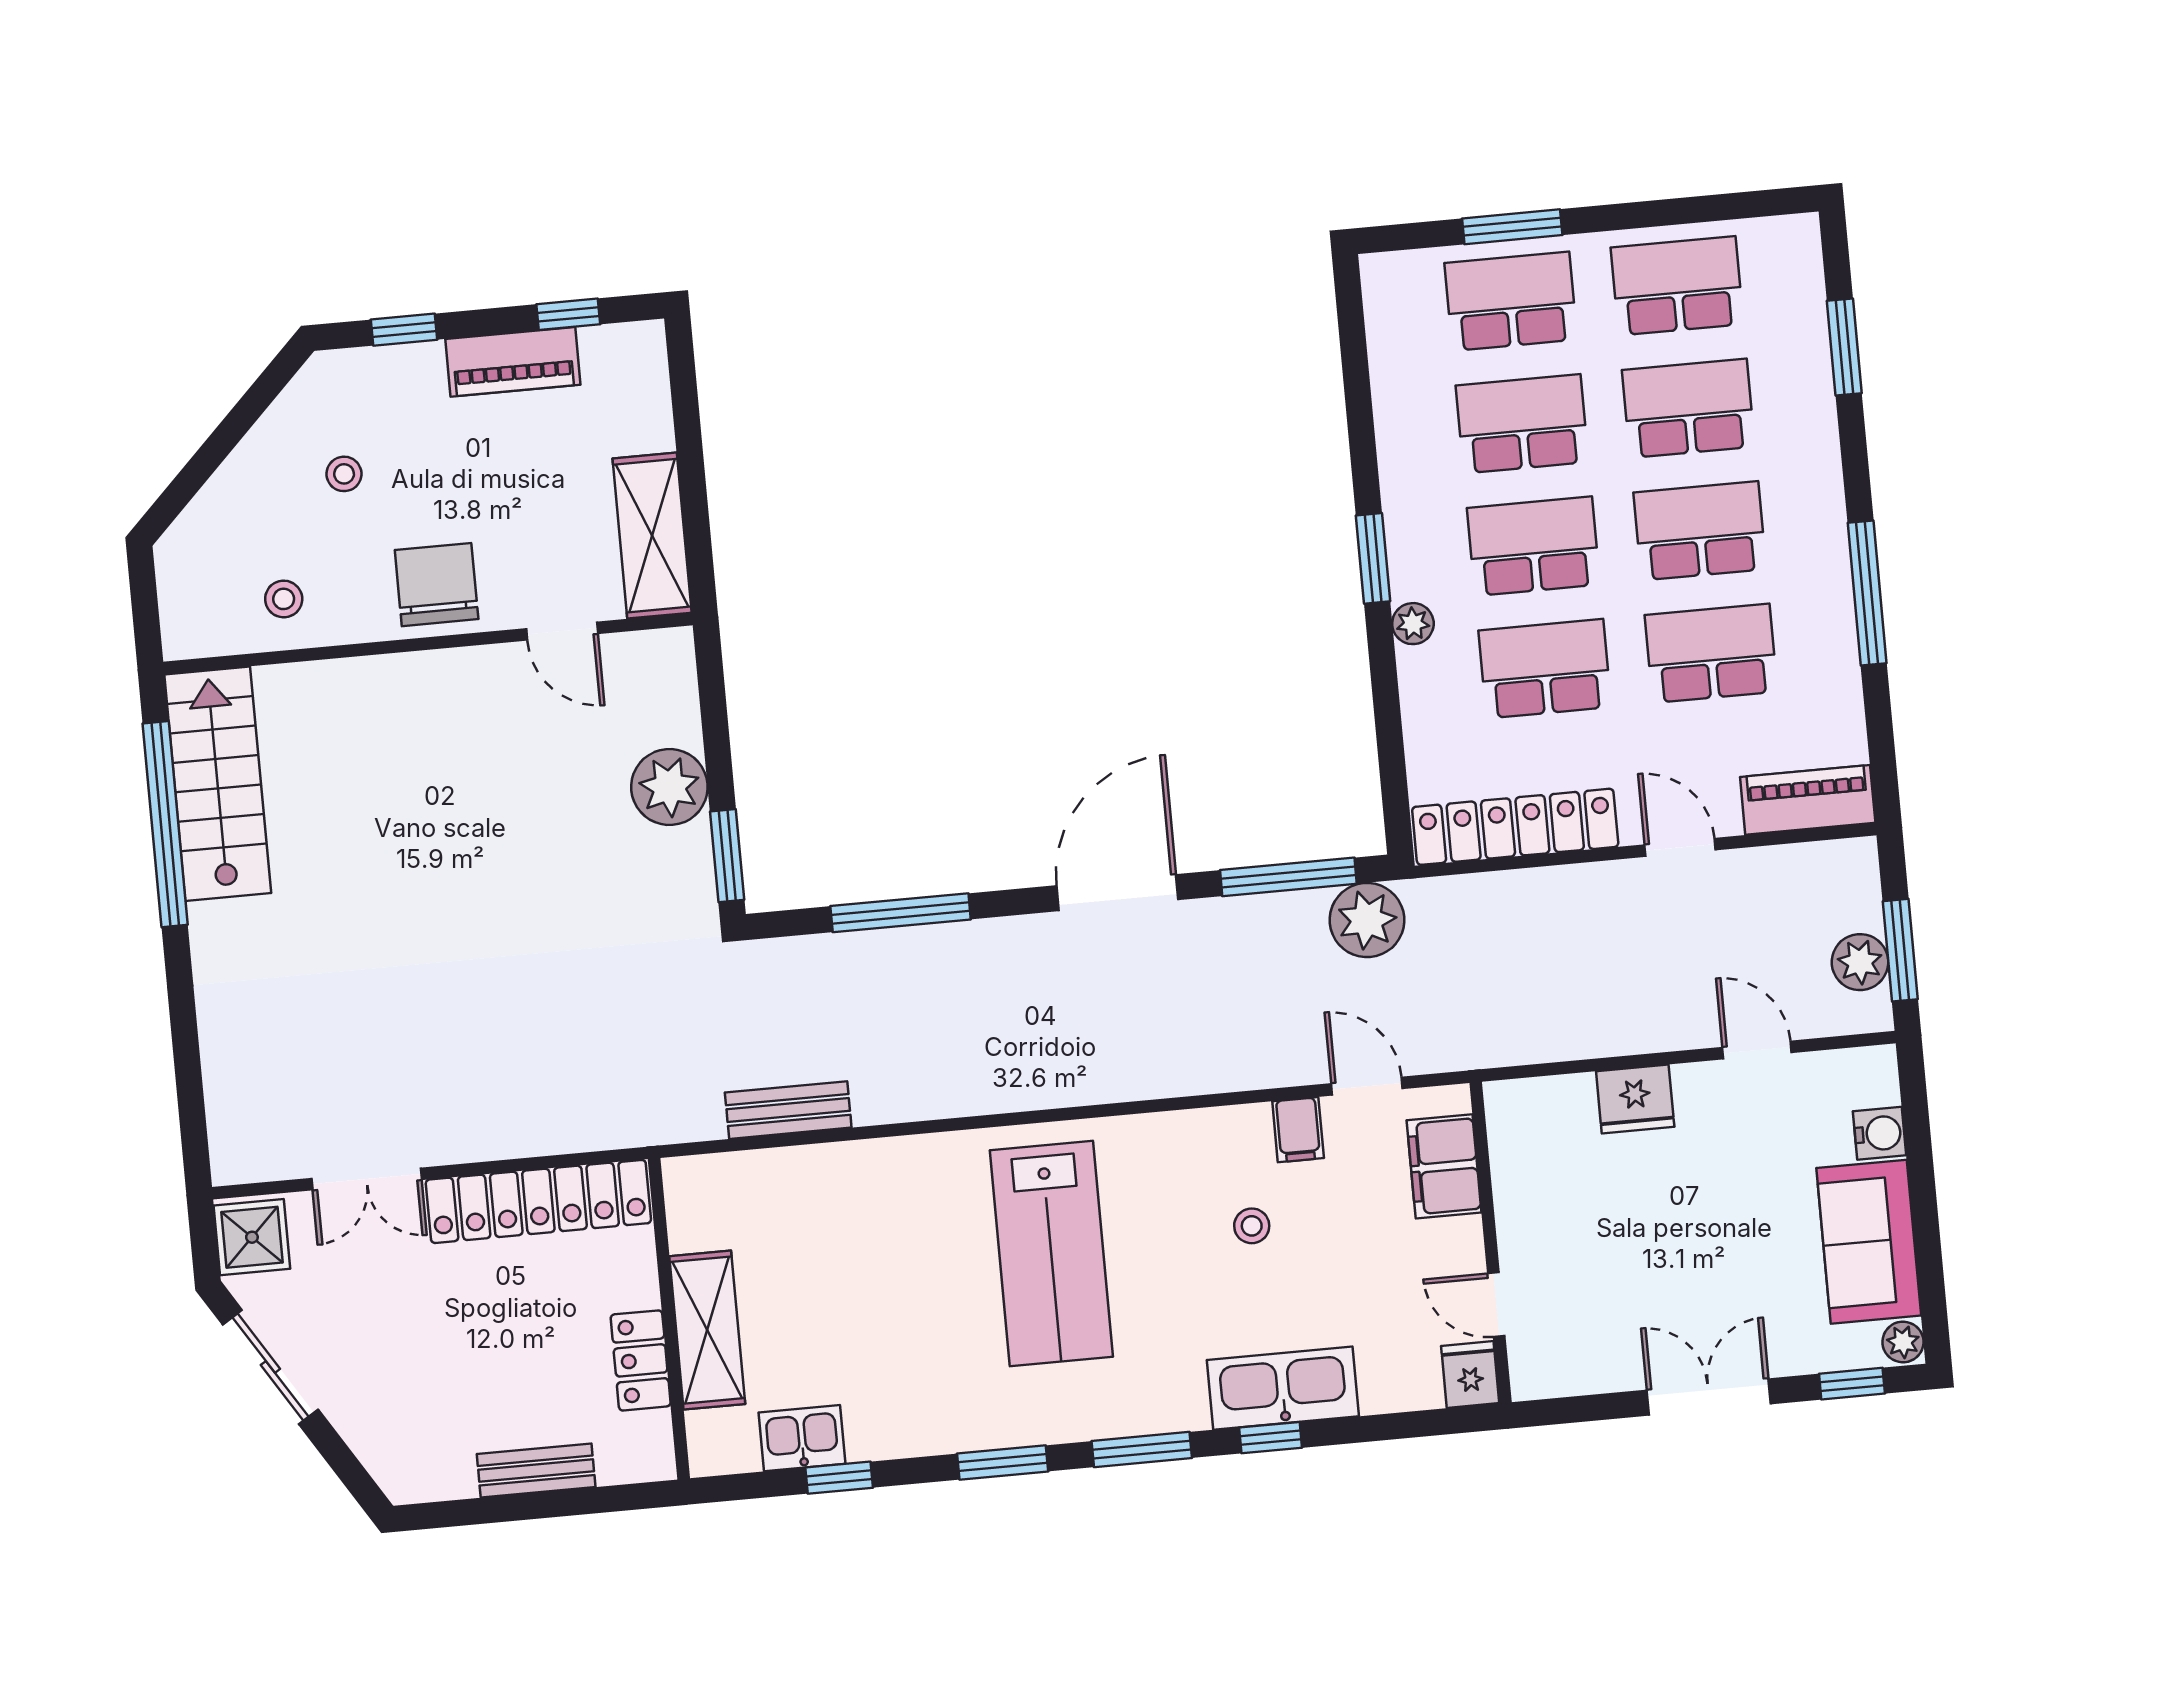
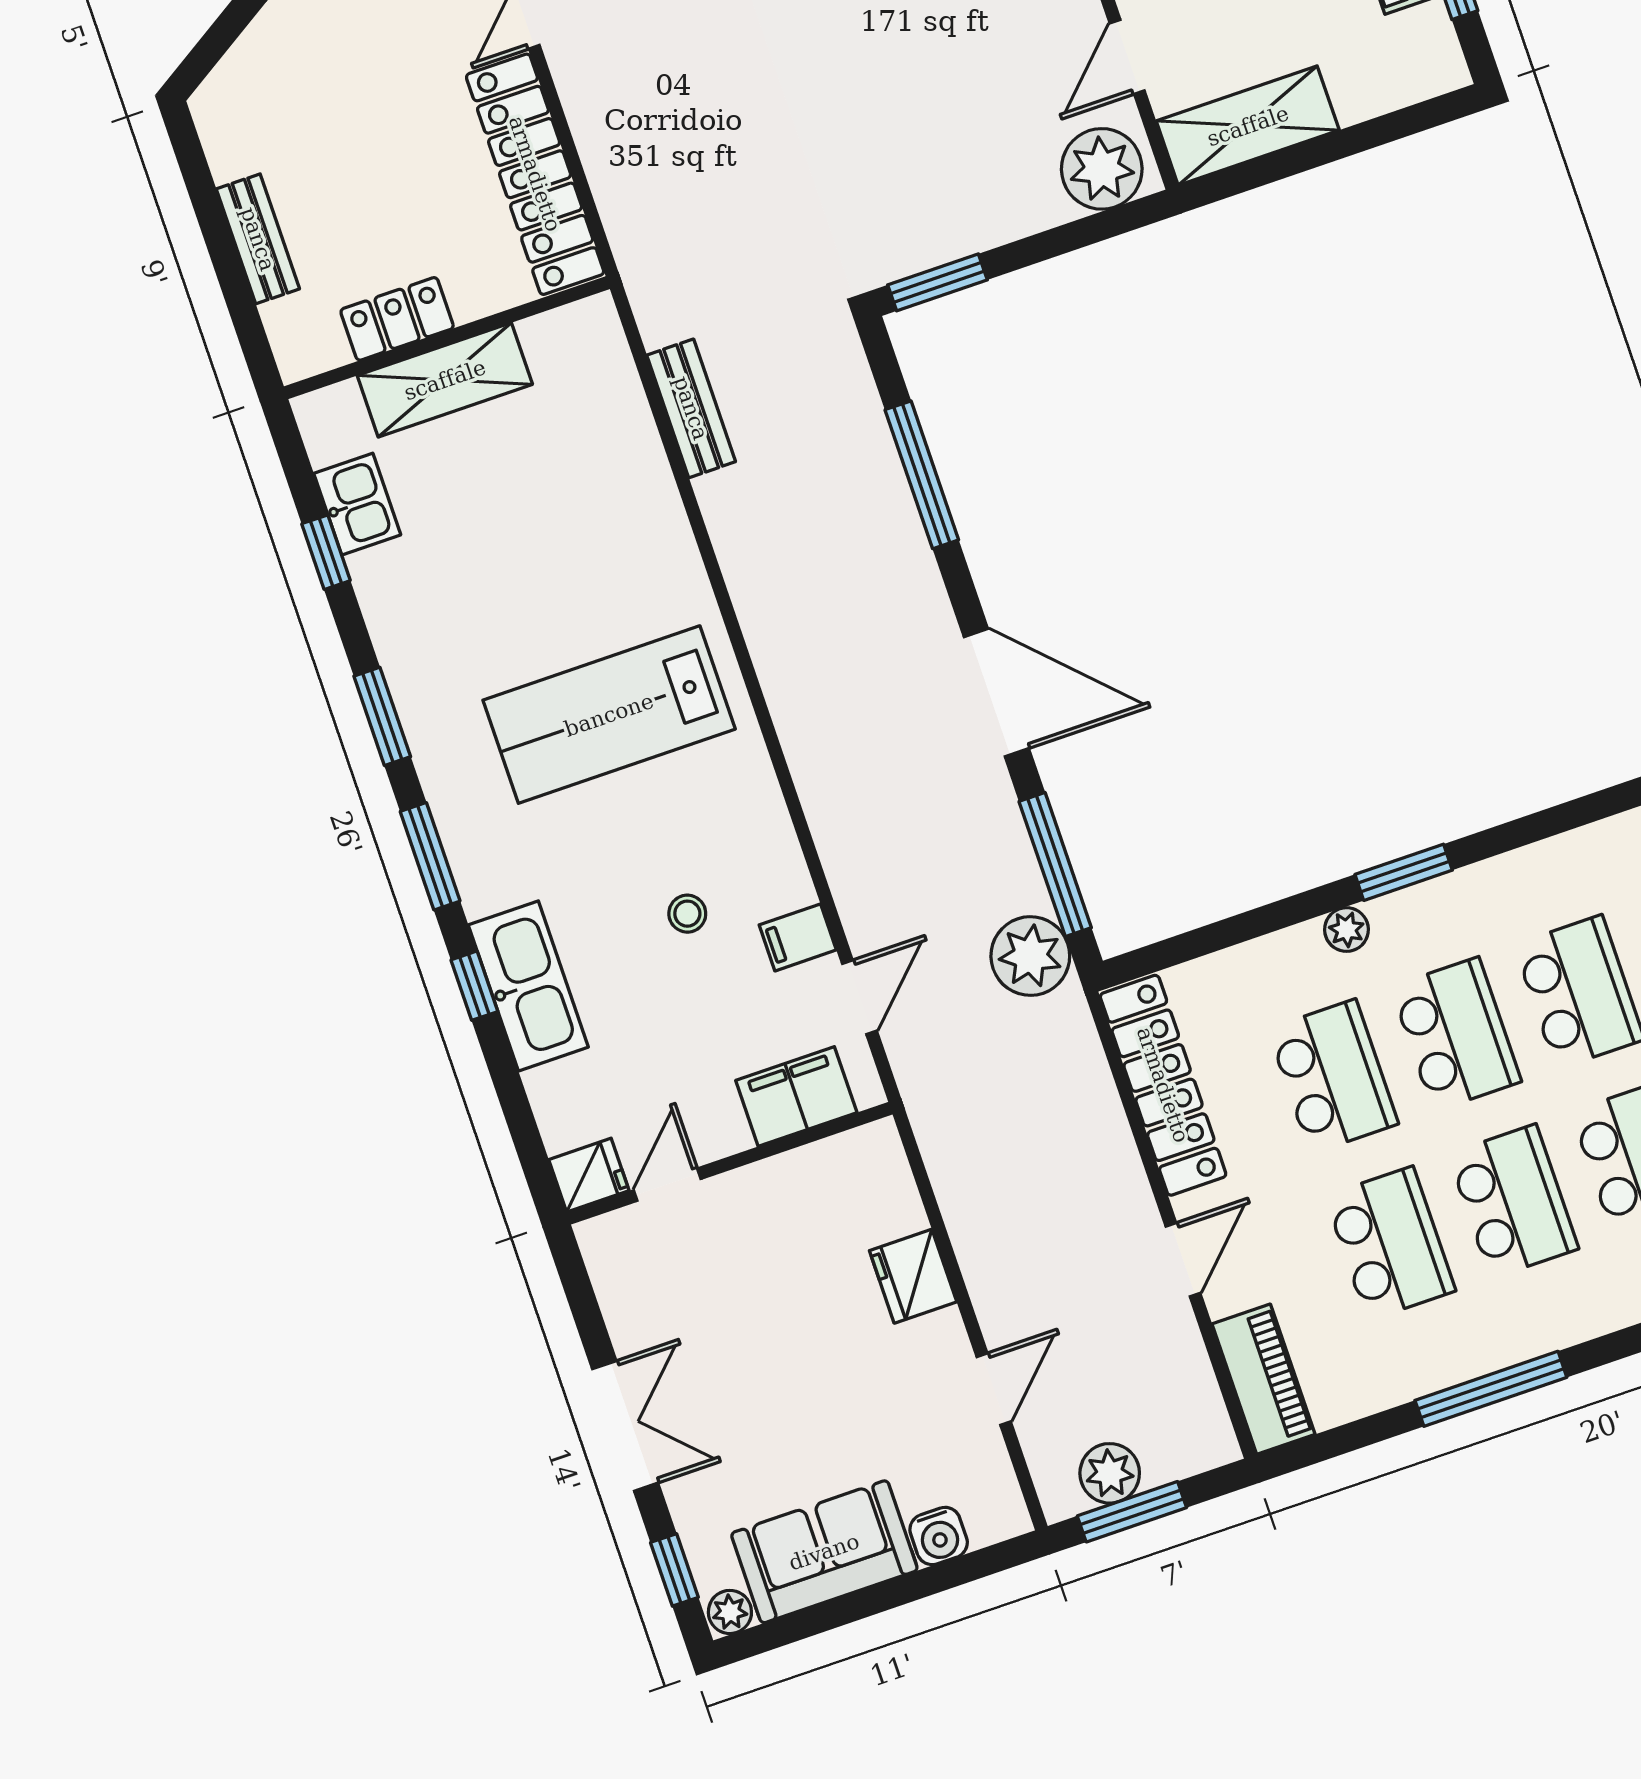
plant: (669, 787) -> (1102, 169), moved

